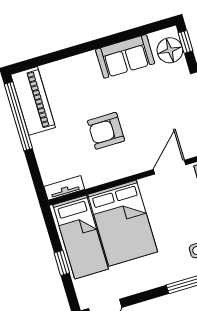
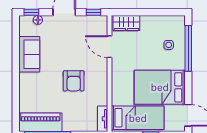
floor lamp: (170, 50) -> (38, 20), width x0.53, depth x0.53
bed: (123, 223) -> (160, 87), moved, turned 180

